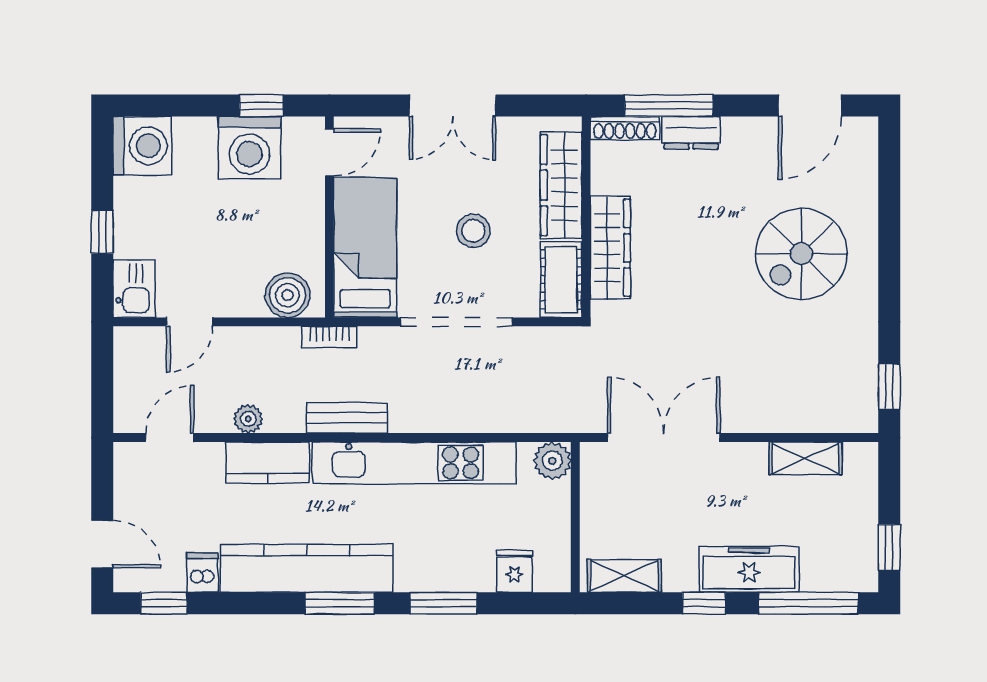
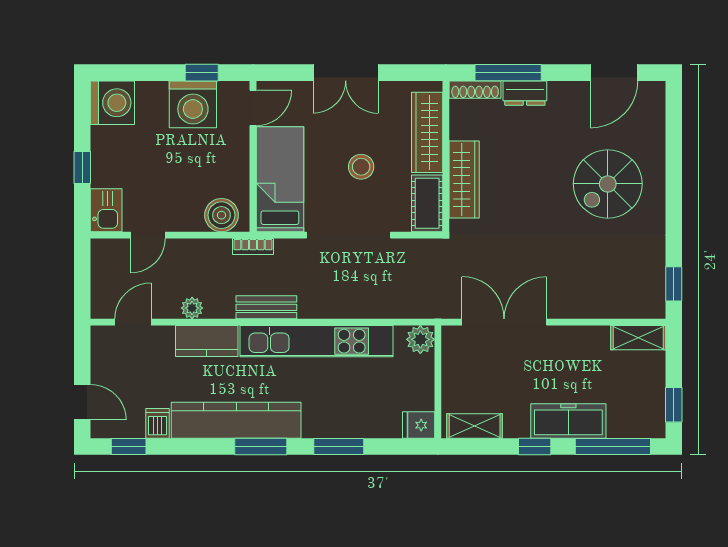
shelving: (805, 458) -> (638, 338), moved
fridge: (515, 571) -> (419, 425), moved, turned -90

